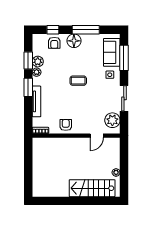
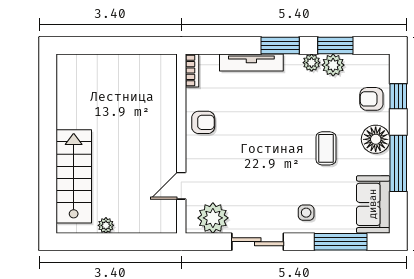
sofa: (112, 52) -> (373, 204), moved, turned -90
coffee table: (78, 81) -> (326, 148), moved
door: (97, 136) -> (181, 186), hinge flipped

